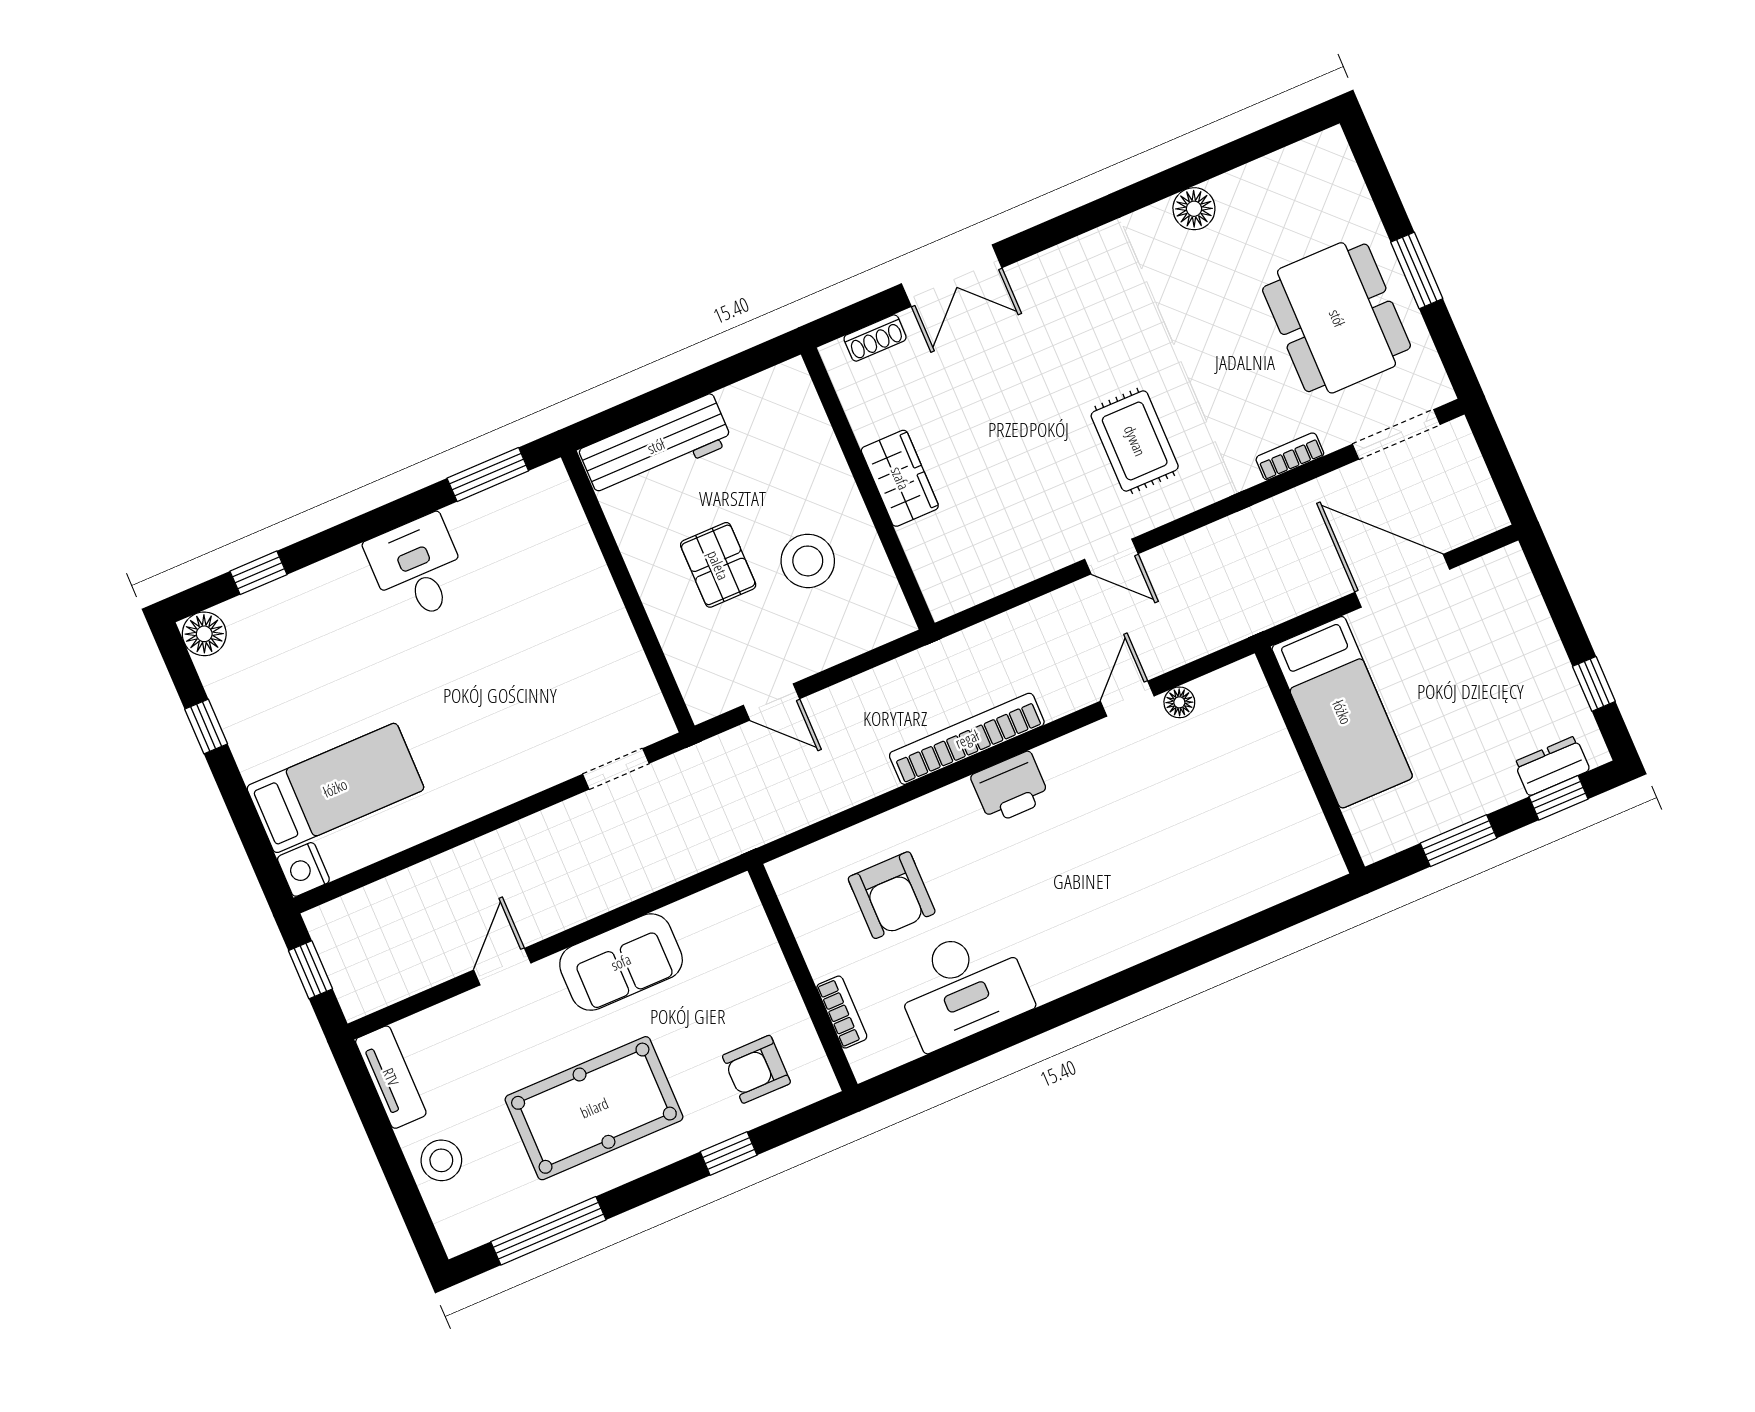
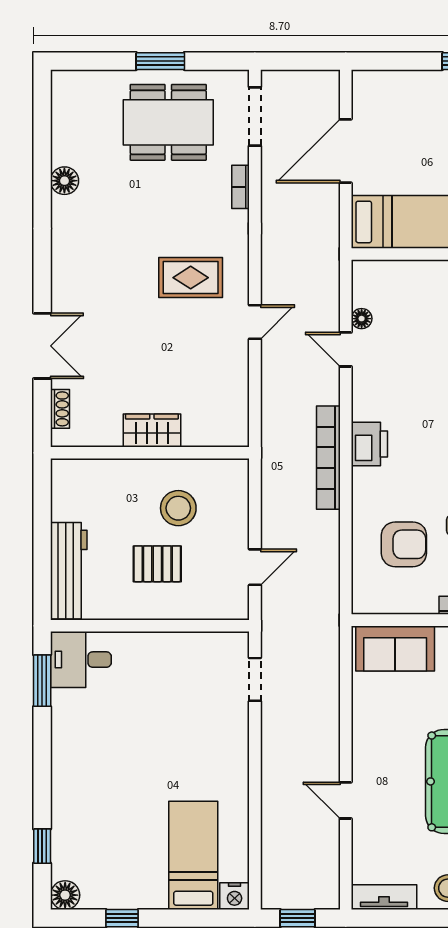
desk: (418, 568) -> (81, 660), moved
sofa: (621, 962) -> (395, 648), moved, turned 90

